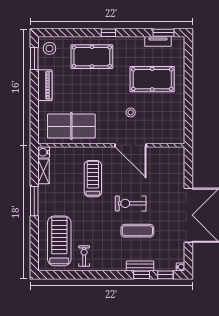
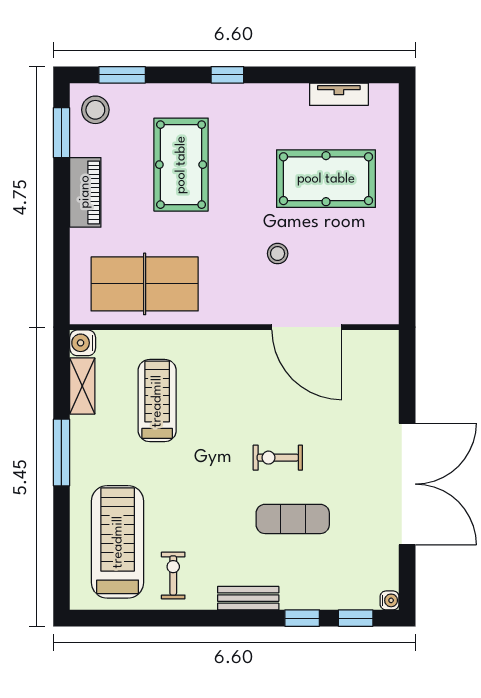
window: (163, 33) -> (122, 75), moved
pool table: (92, 57) -> (181, 165), moved, turned 90
door: (130, 145) -> (307, 327), moved
treadmill: (93, 179) -> (157, 401), moved
exercise bike: (131, 203) -> (278, 458), width x0.73, depth x0.72
bench: (140, 266) -> (248, 598), moved

